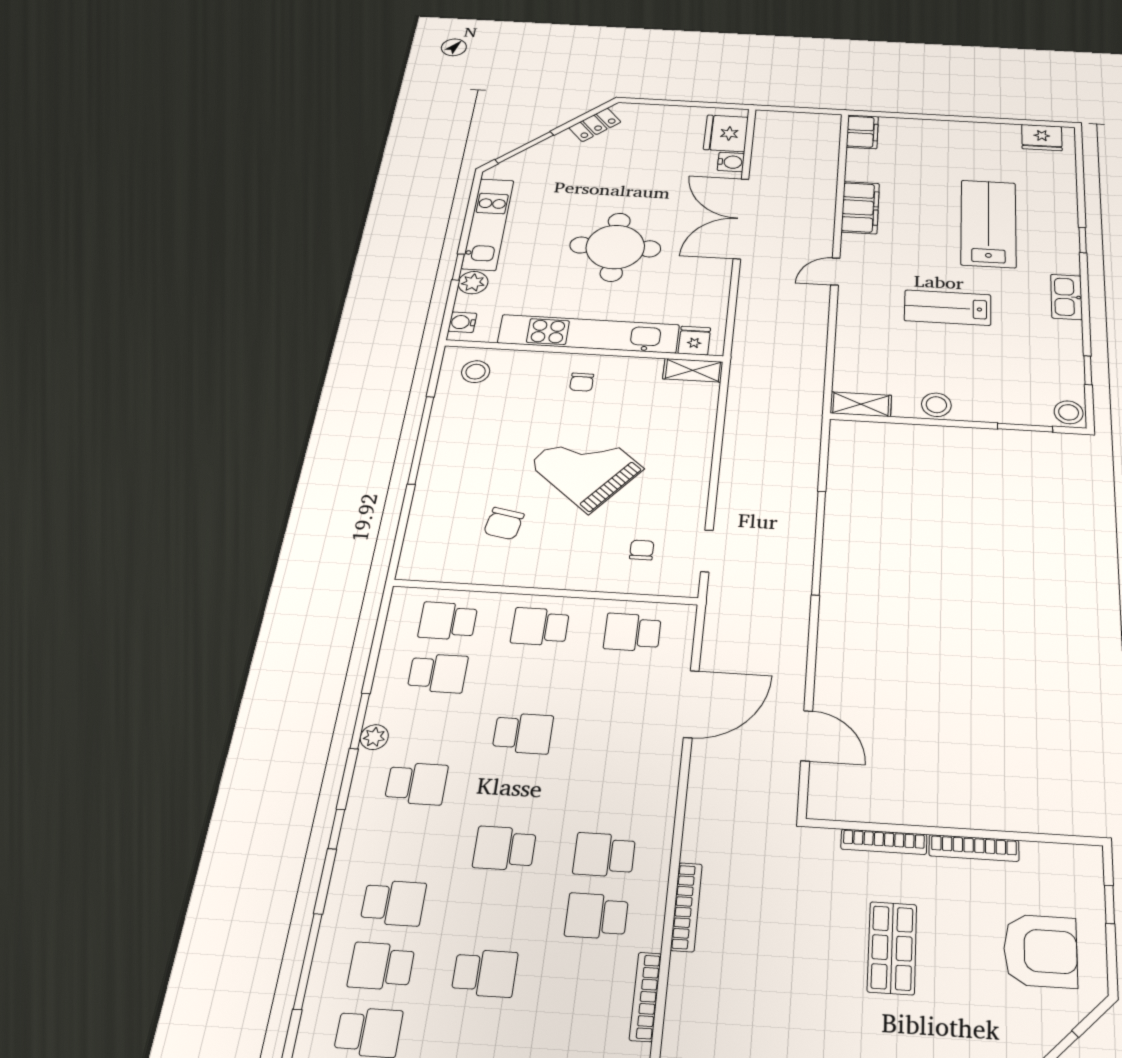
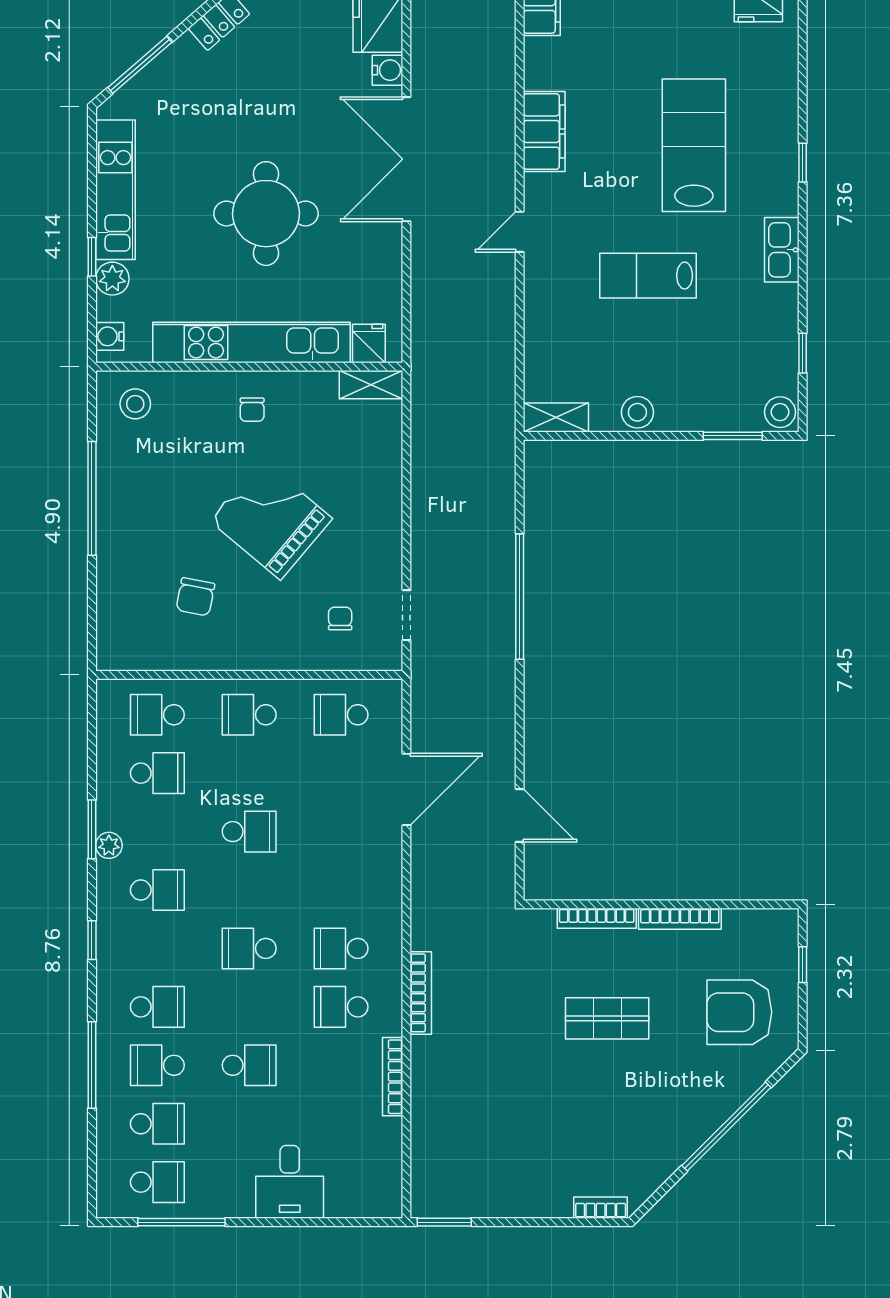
shop shelf: (892, 948) -> (607, 1018), turned 90
armchair: (1040, 951) -> (739, 1012), turned 180

